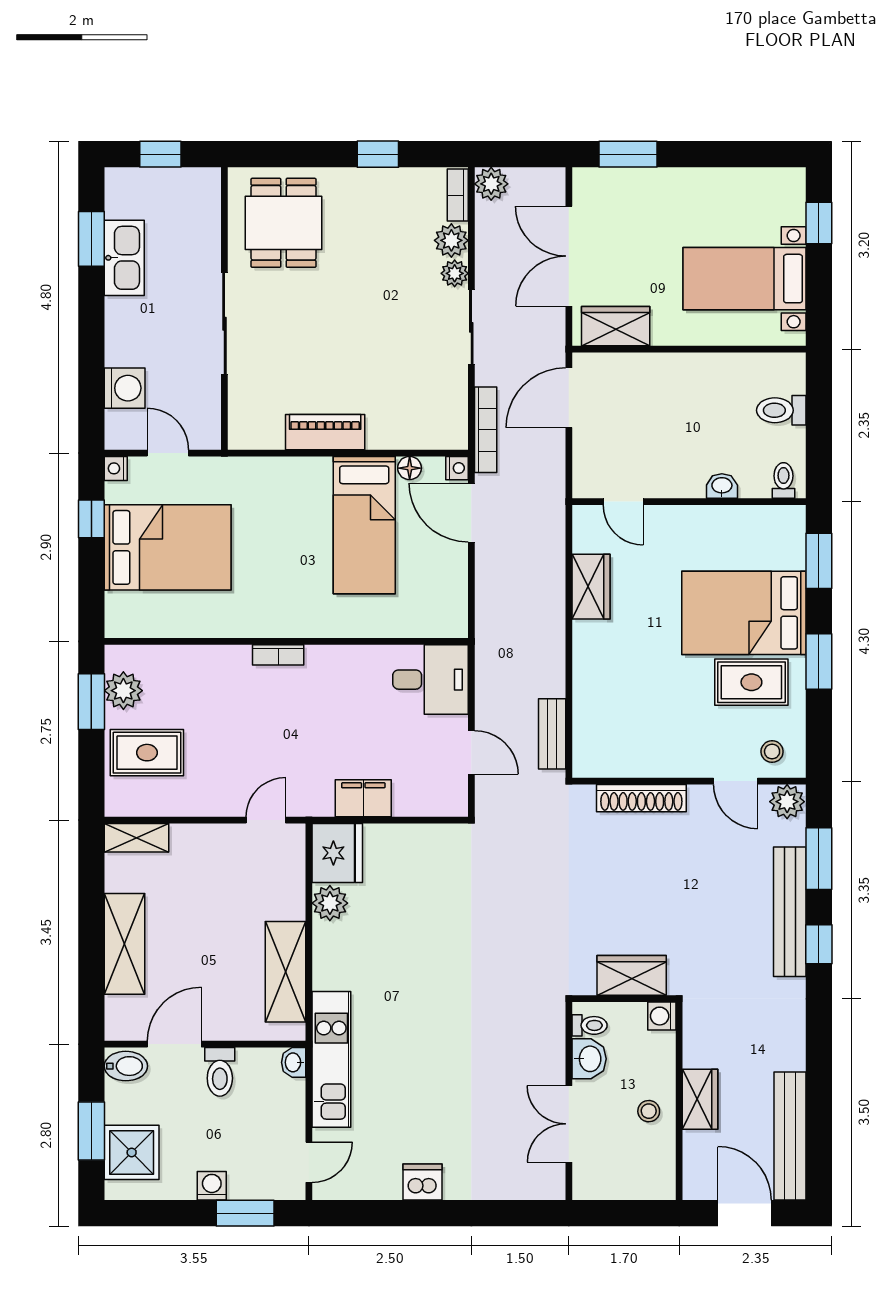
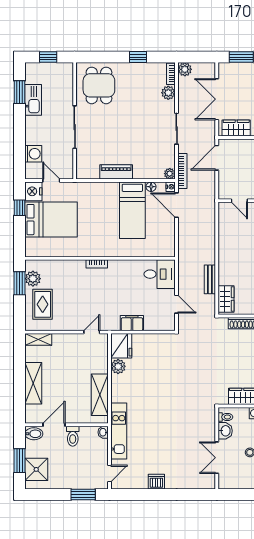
plant: (455, 273) -> (170, 174), moved
nightstand: (116, 468) -> (33, 191), width x1.89, depth x1.79
wardrobe: (591, 587) -> (226, 299), moved
bench: (552, 734) -> (210, 279), moved
rug: (147, 753) -> (43, 304), turned 90
washing machine: (212, 1186) -> (69, 483), removed

